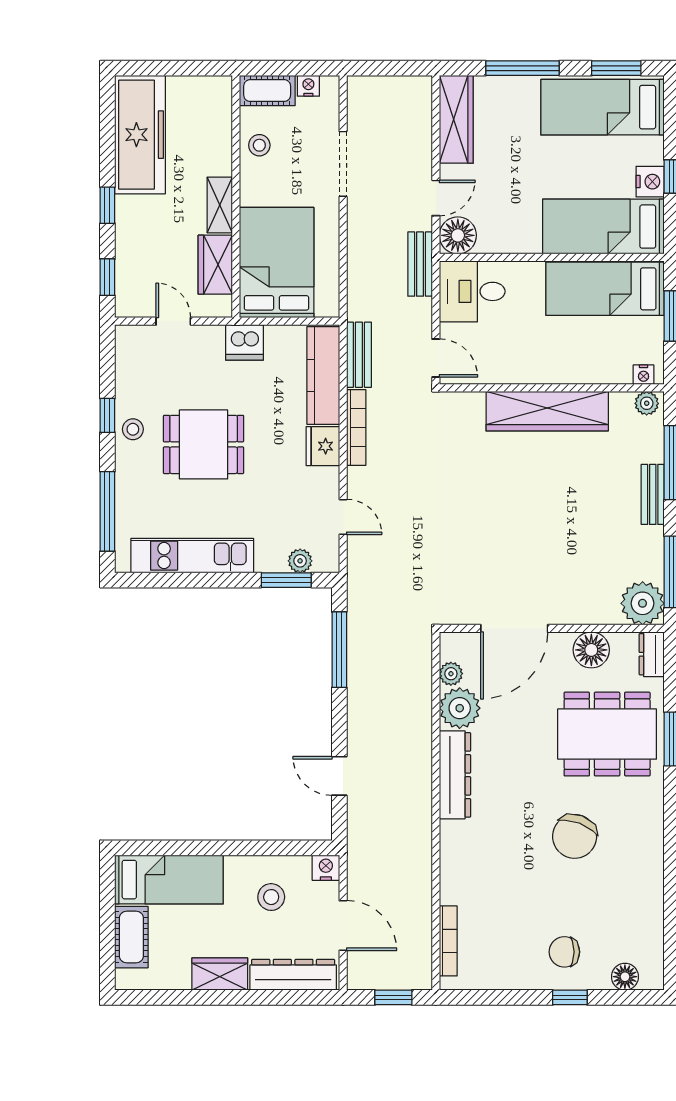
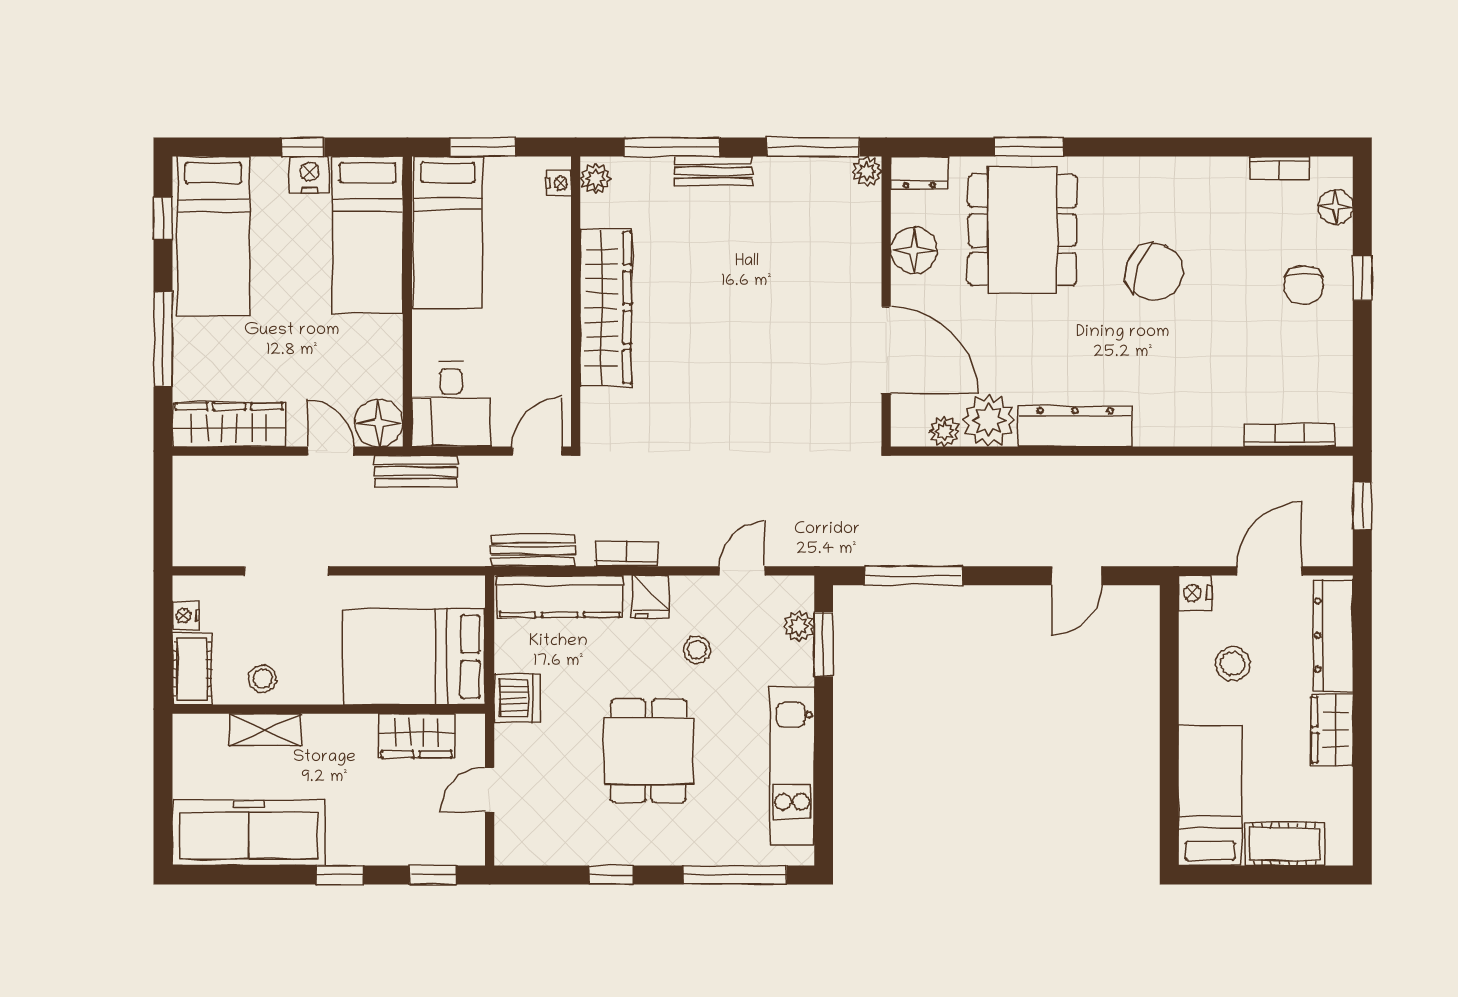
window: (616, 68) -> (163, 218), width x0.67
shelving: (220, 205) -> (265, 730), moved
bookcase: (356, 428) -> (627, 554), width x0.64
stool: (133, 429) -> (697, 650), moved
fridge: (323, 446) -> (651, 597), width x0.72
plant: (643, 603) -> (867, 171), width x0.53, depth x0.53
bookcase: (655, 933) -> (1279, 168), added

